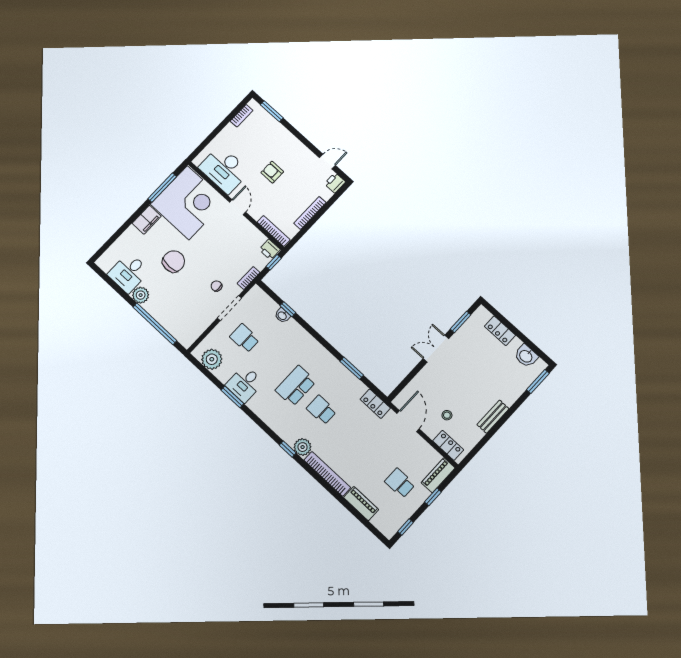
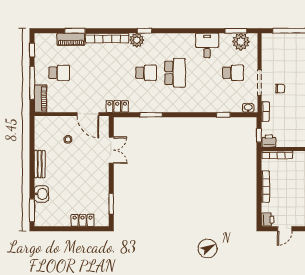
washbasin: (282, 316) -> (248, 108), moved
double door: (436, 349) -> (111, 150), moved
washbasin: (526, 356) -> (41, 194), moved, turned 90
window: (232, 397) -> (236, 31), moved
locker: (448, 445) -> (51, 122), removed
window: (433, 497) -> (32, 83), width x2.17
window: (350, 508) -> (75, 31), added

